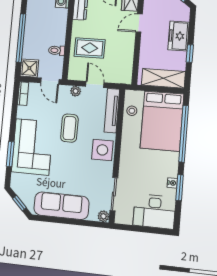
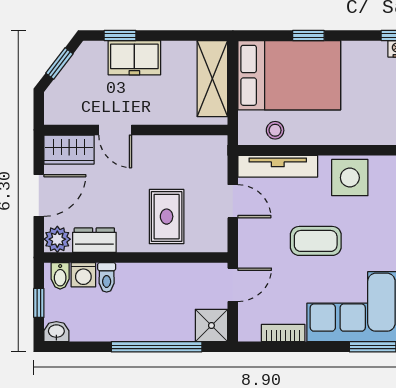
toilet: (57, 50) -> (107, 277), moved
window: (190, 54) -> (120, 36), moved
door: (95, 84) -> (233, 201), swing flipped
plant: (76, 91) -> (248, 235), removed
bookcase: (23, 94) -> (283, 333), moved
window: (184, 134) -> (308, 36), width x0.32

